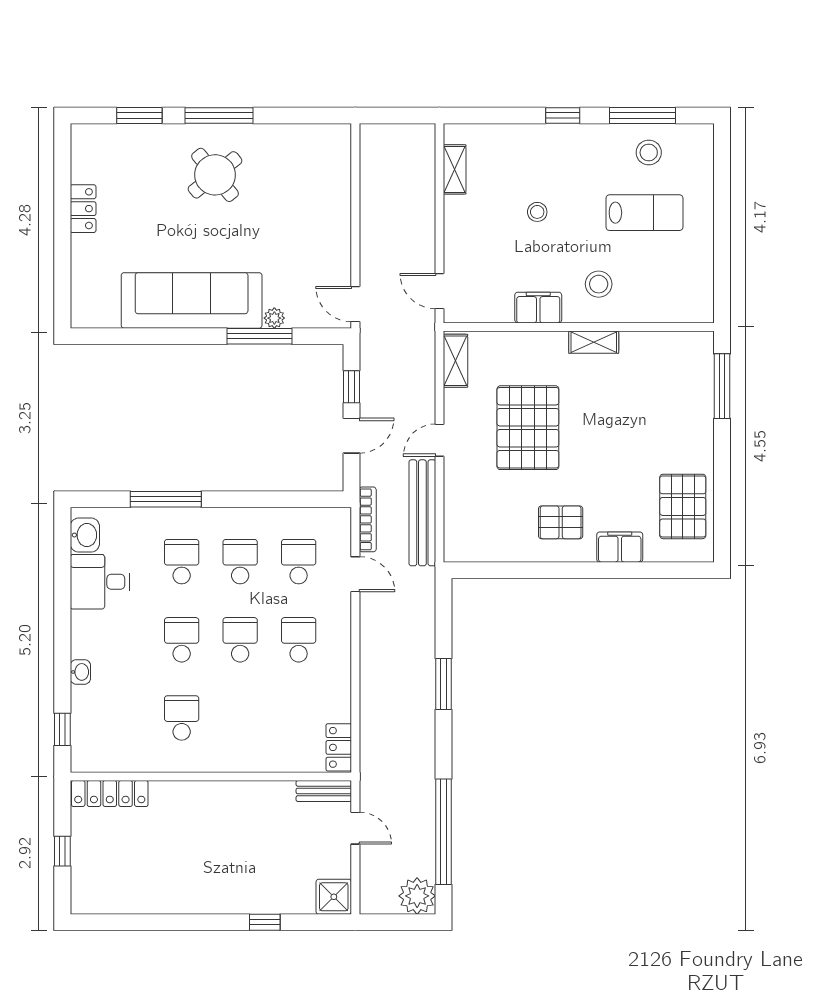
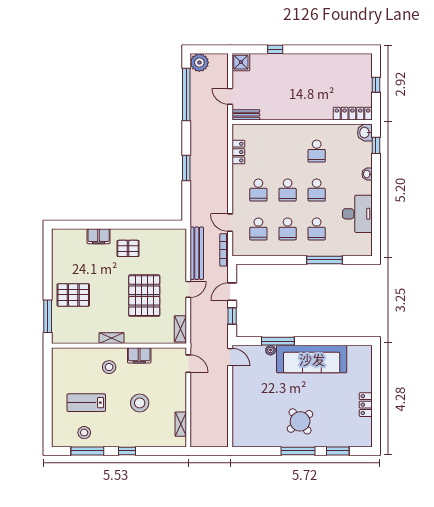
stool: (537, 212) -> (140, 403), width x1.89, depth x1.89
pallet: (683, 506) -> (73, 295), moved, turned 90
washbasin: (85, 535) -> (365, 133), moved
desk: (100, 582) -> (357, 214), width x1.37
locker: (339, 747) -> (238, 152), moved

